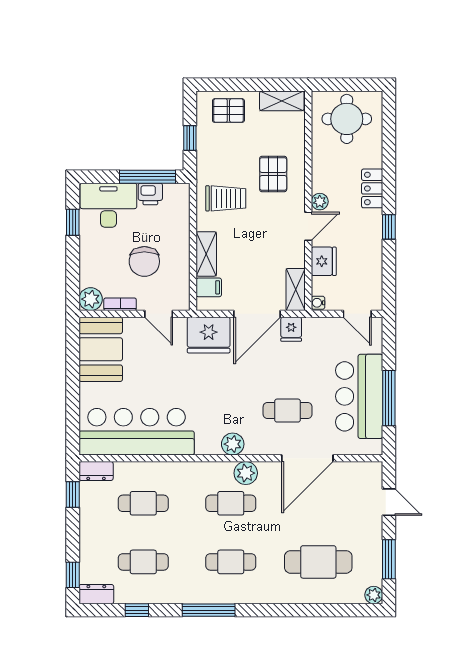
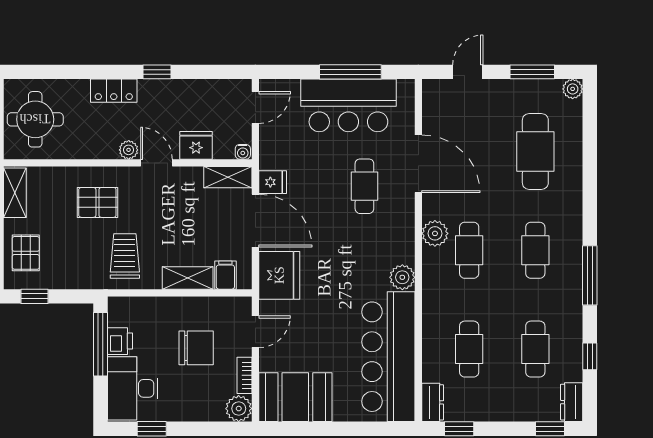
window: (190, 138) -> (35, 296), moved
plant: (233, 444) -> (402, 277), moved

